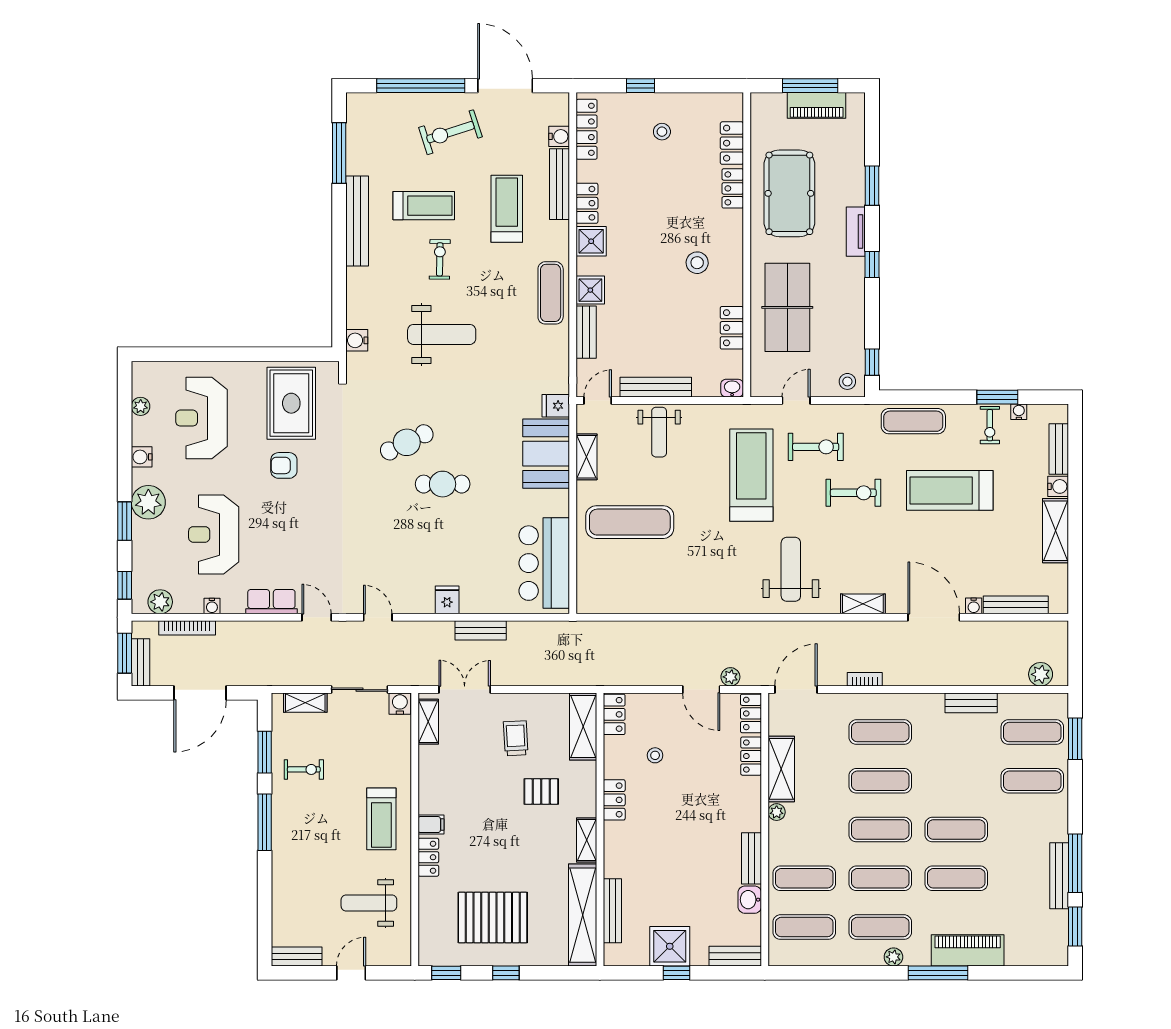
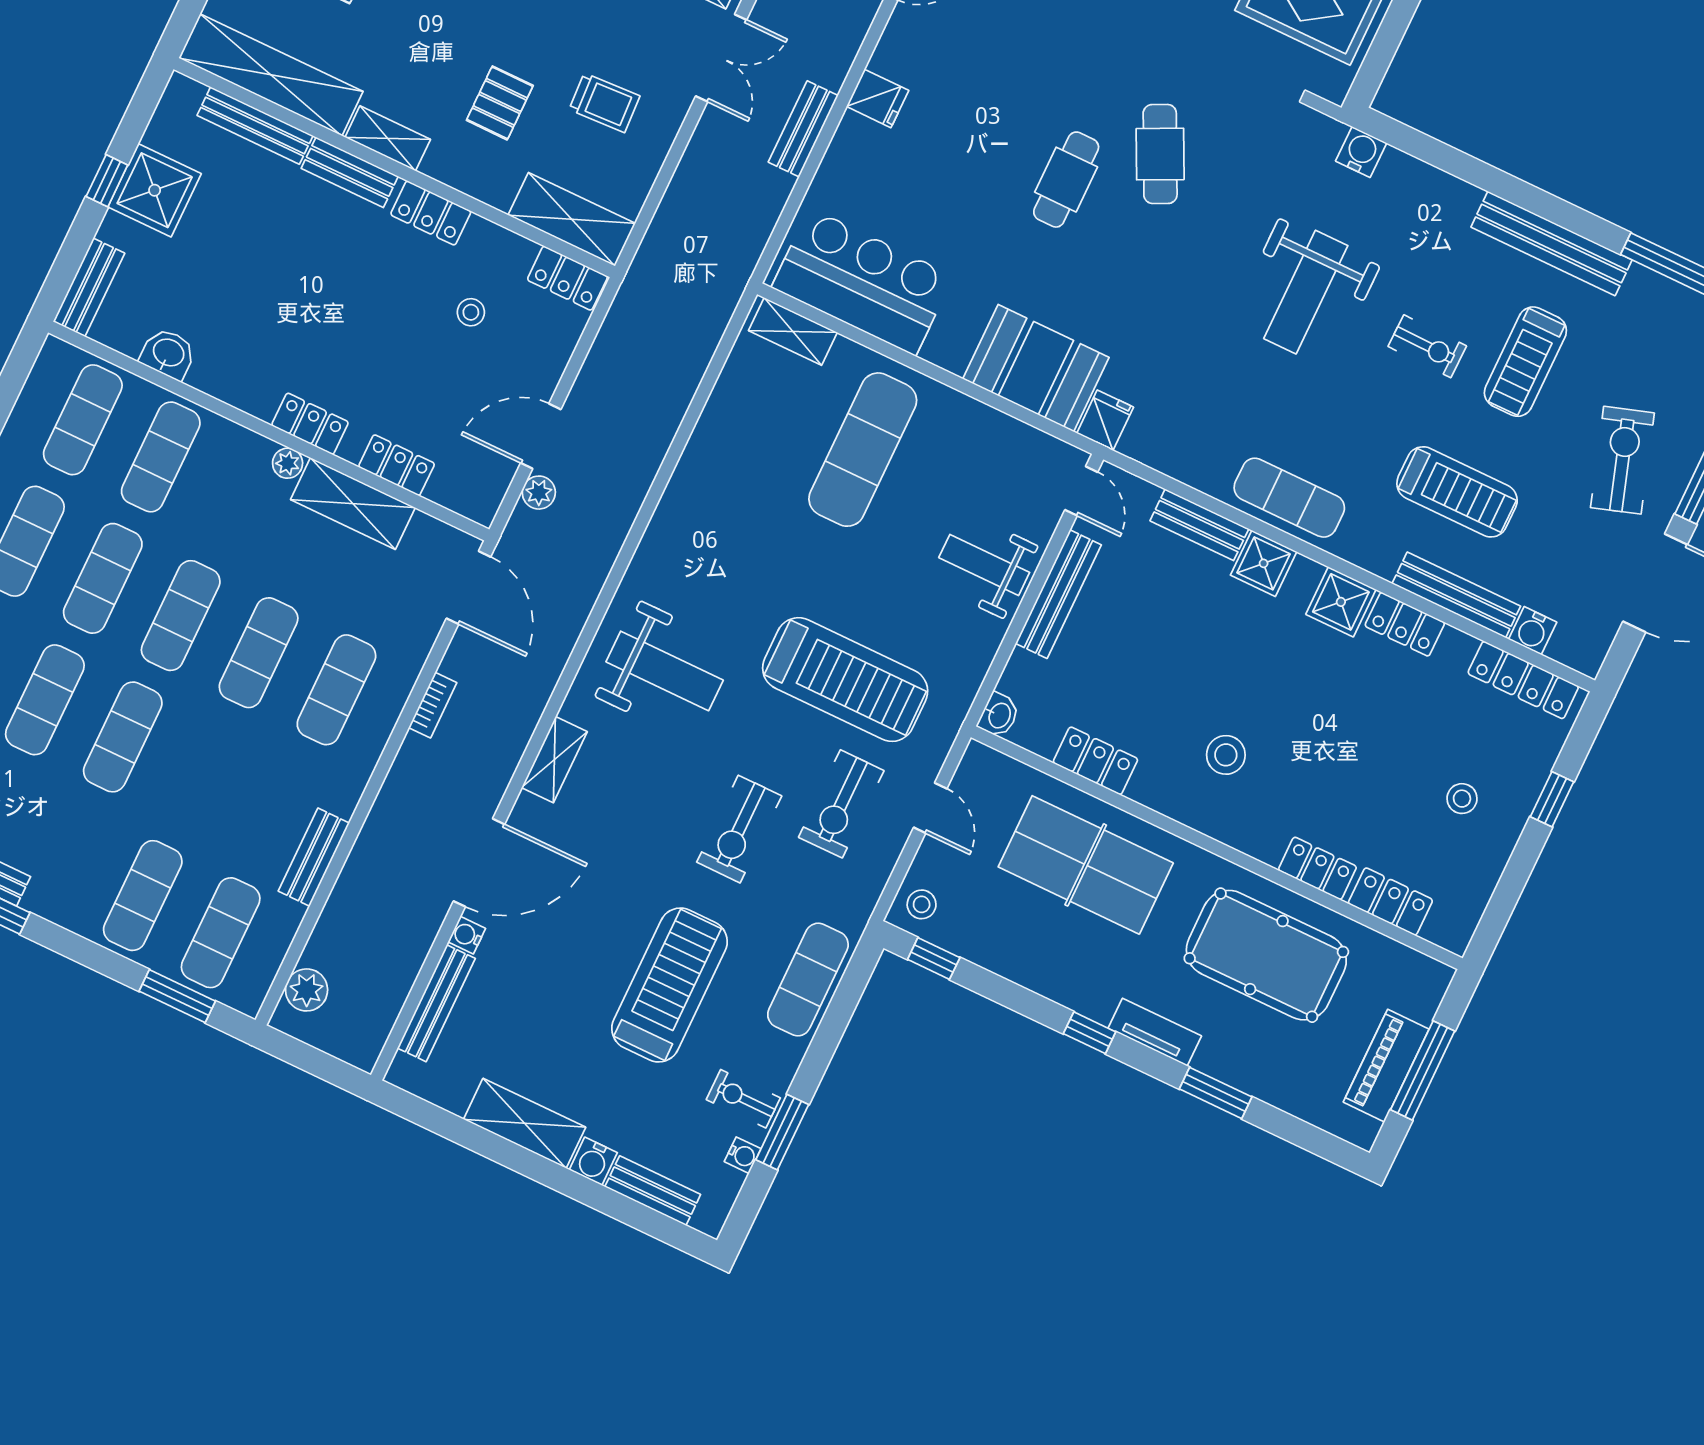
shelving: (587, 457) -> (793, 332), moved
locker: (751, 713) -> (310, 424), moved
bench: (752, 858) -> (350, 172), moved

